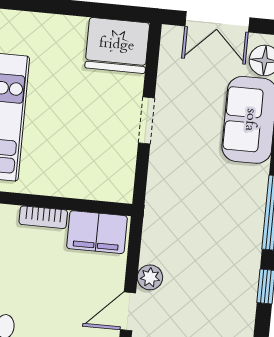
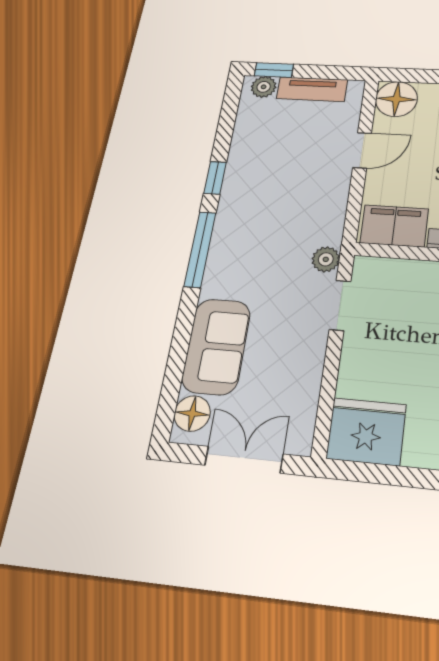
doorway: (146, 121) -> (340, 305), moved
plant: (150, 277) -> (326, 259), moved

